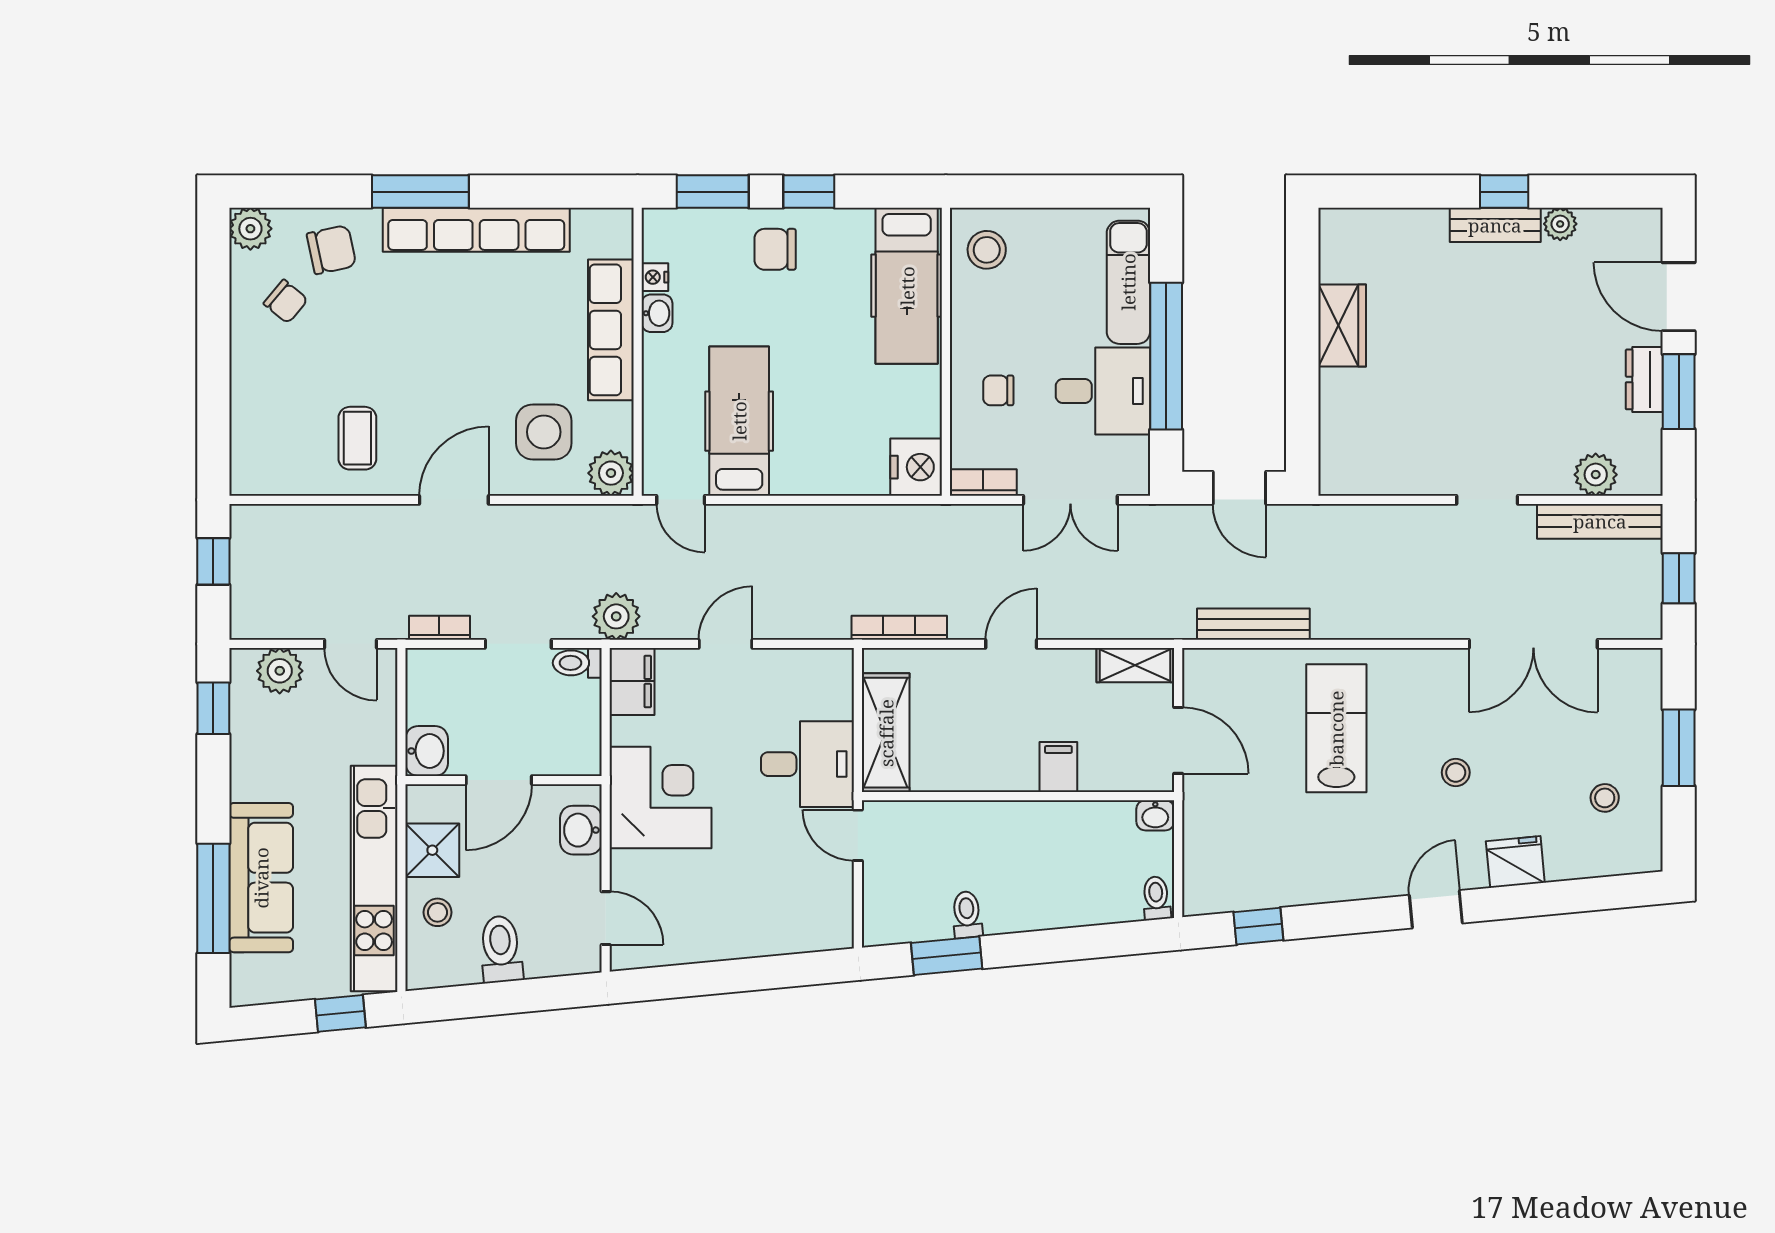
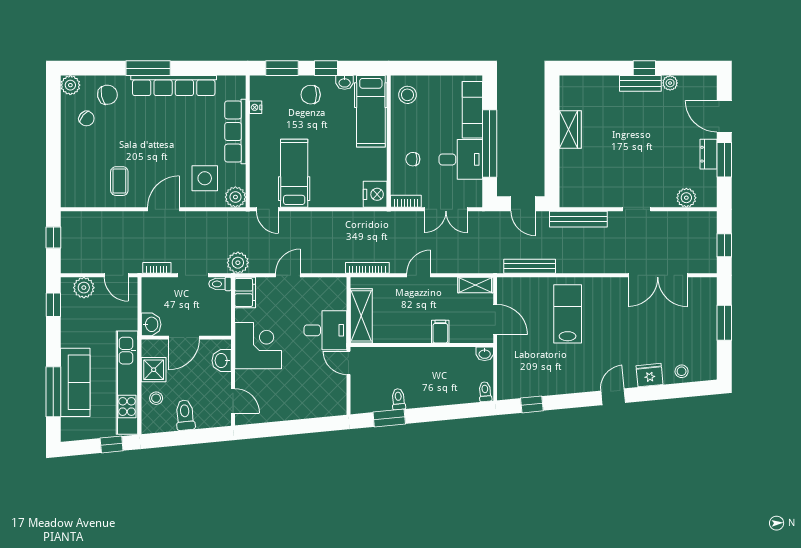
washbasin: (657, 313) -> (345, 82), moved, turned 90
bench: (1600, 521) -> (578, 219), moved
stool: (1456, 772) -> (622, 334), removed
stool: (1605, 798) -> (682, 371), moved

